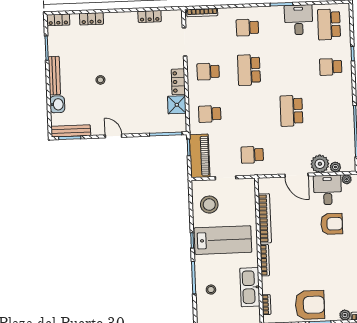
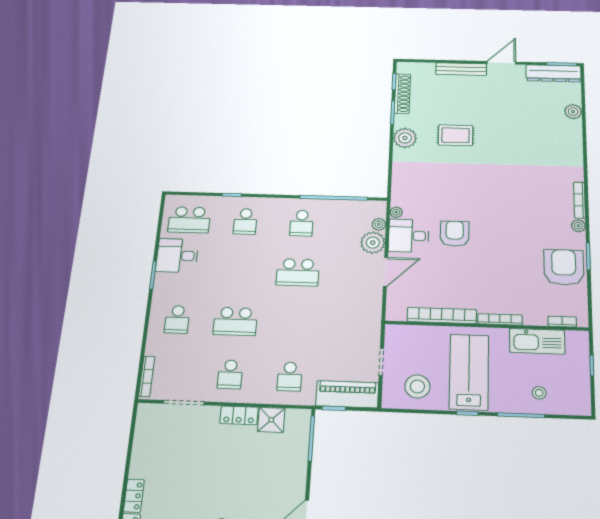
locker: (150, 16) -> (134, 496), moved
school desk: (252, 155) -> (302, 223), moved

